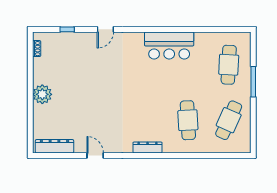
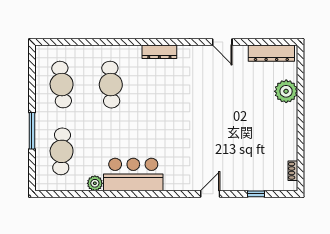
plant: (201, 38) -> (95, 183), added
plant: (42, 94) -> (286, 91), moved
cafe table: (229, 120) -> (62, 85), turned -30

